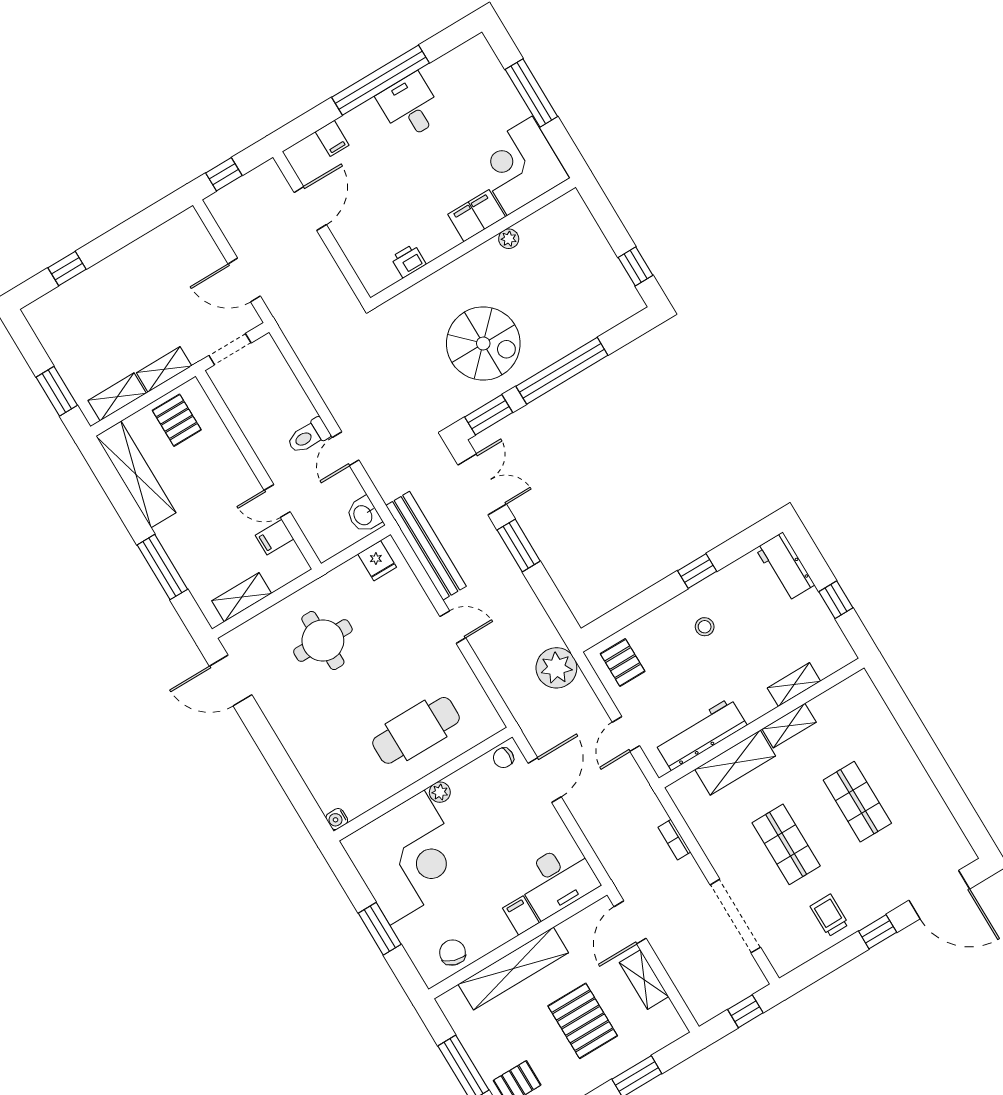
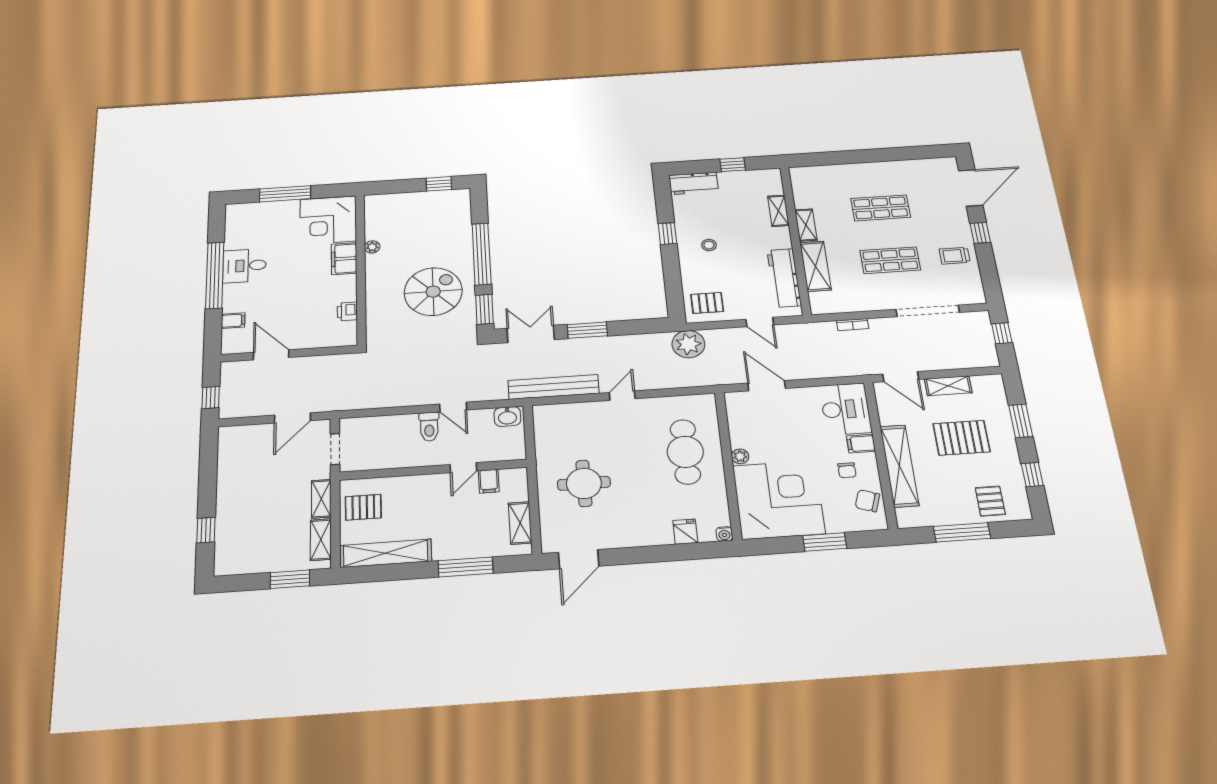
fridge: (377, 561) -> (685, 532), moved, turned -90
chair: (503, 758) -> (847, 470), moved

